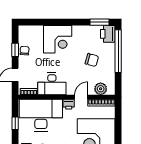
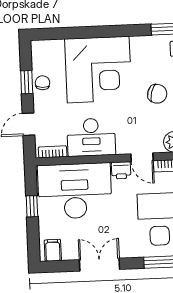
corner desk: (58, 39) -> (98, 70), width x1.36, depth x1.36
door: (81, 97) -> (142, 157), swing flipped

